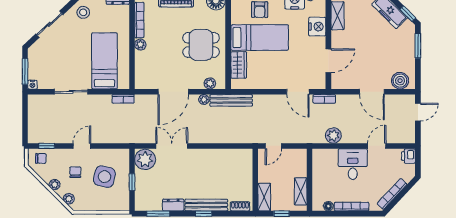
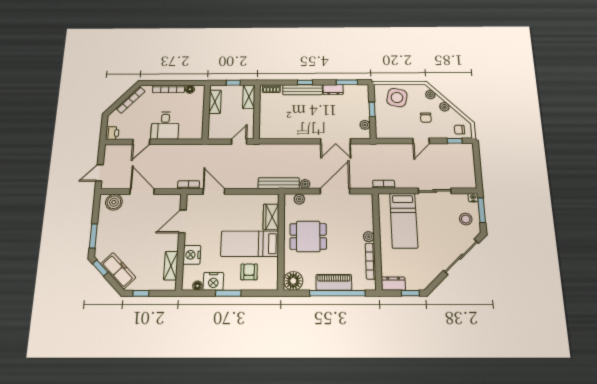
stool: (83, 12) -> (466, 219), moved
sliding door: (49, 24) -> (461, 257), width x1.37
plant: (333, 136) -> (182, 151), removed
plant: (145, 159) -> (365, 125), width x0.53, depth x0.53
side table: (104, 177) -> (397, 98), moved

